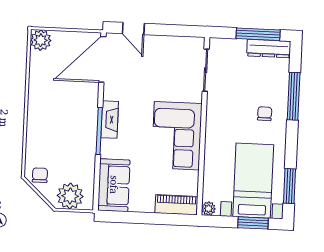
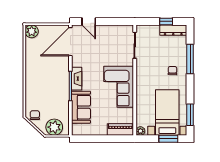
window: (258, 34) -> (166, 21), width x0.46
sofa: (114, 185) -> (81, 107), moved

